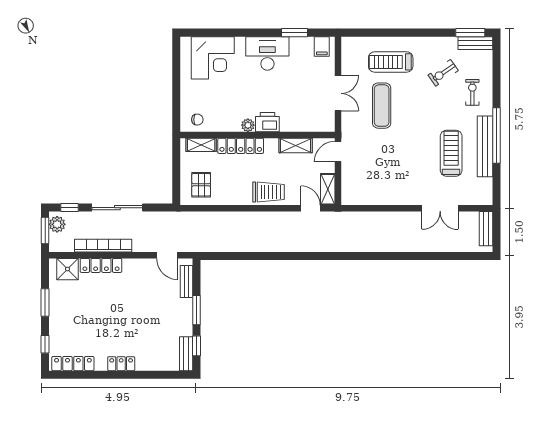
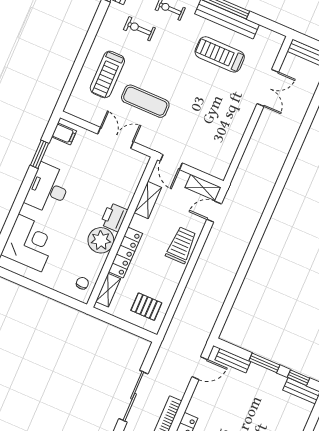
exercise bike: (443, 73) -> (139, 29), turned 125
plant: (248, 125) -> (101, 240), width x1.87, depth x1.87

